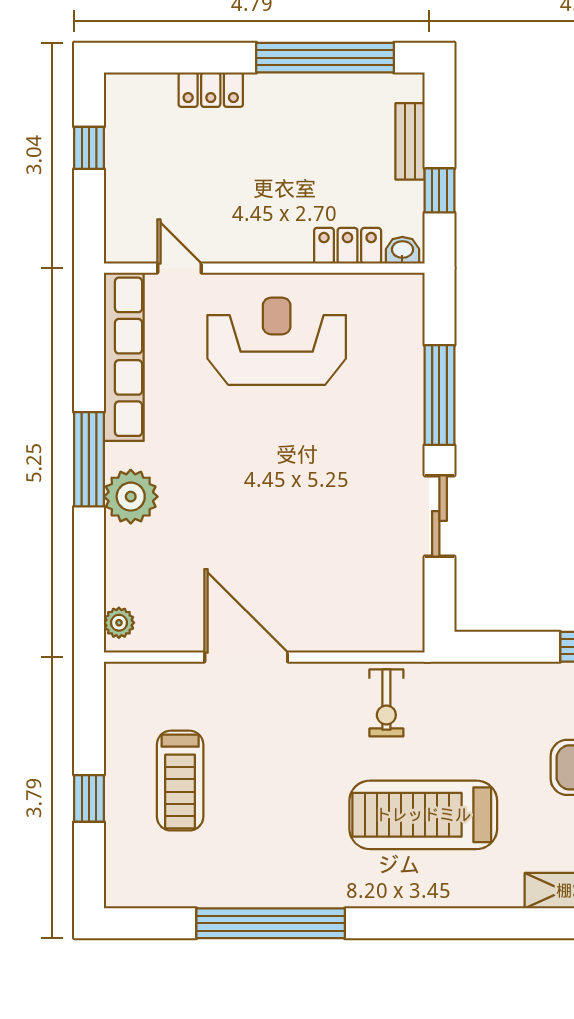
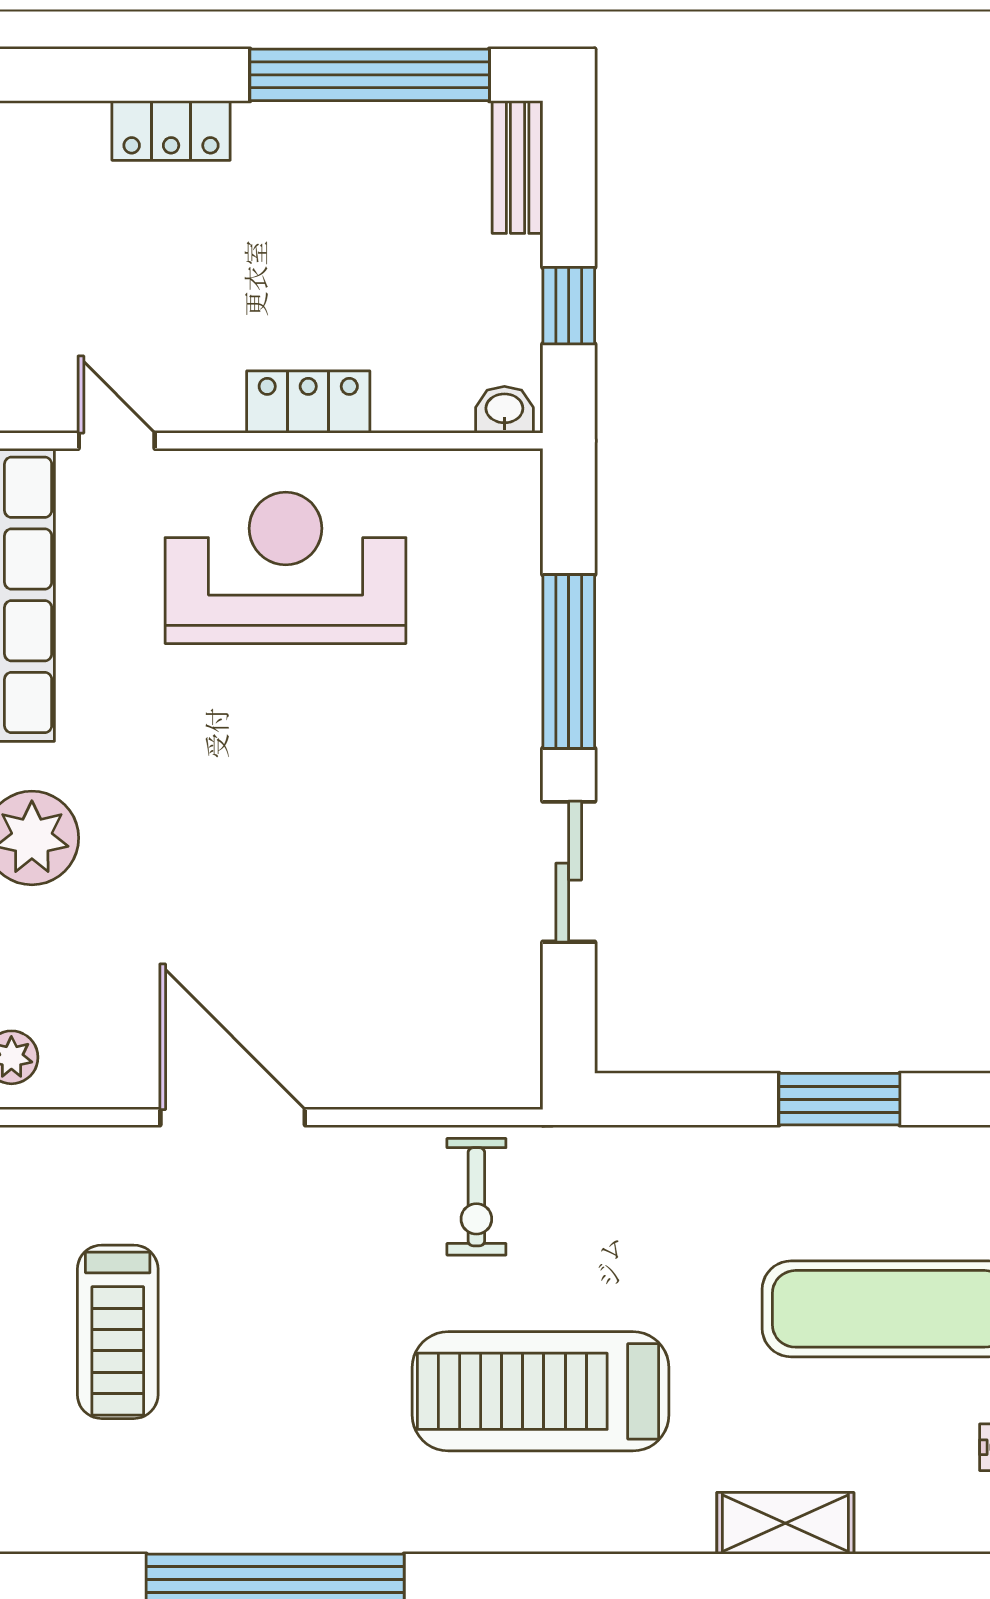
bench: (410, 141) -> (518, 167), moved
locker: (348, 246) -> (308, 402), moved

